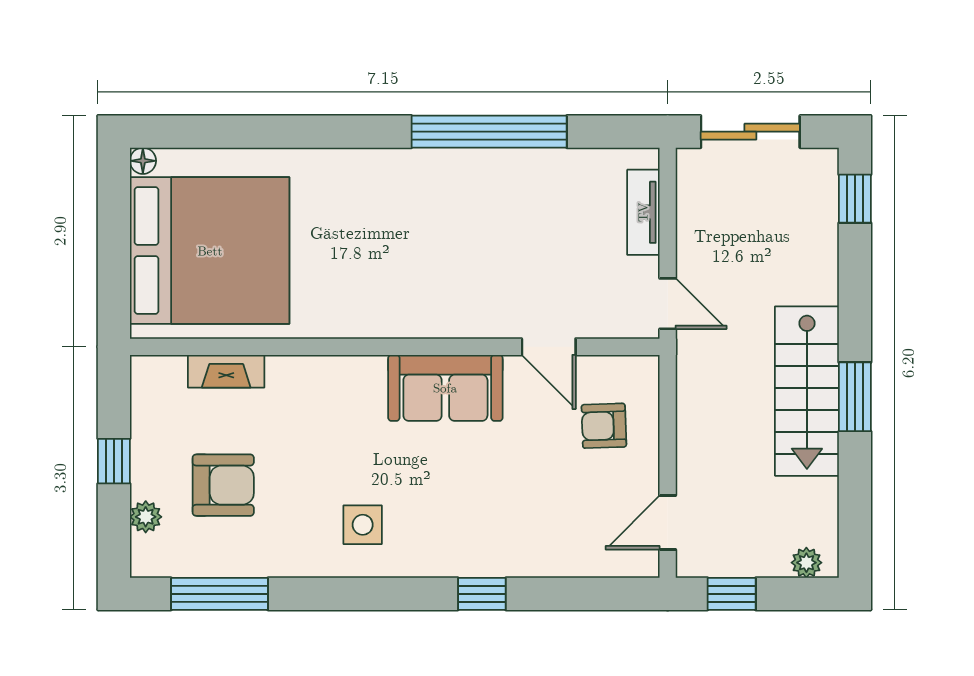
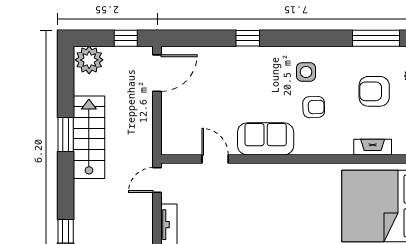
door: (668, 304) -> (157, 180), hinge flipped
armchair: (604, 426) -> (314, 107), moved
door: (668, 522) -> (157, 73), width x1.38
plant: (806, 563) -> (89, 60), width x1.88, depth x1.88

